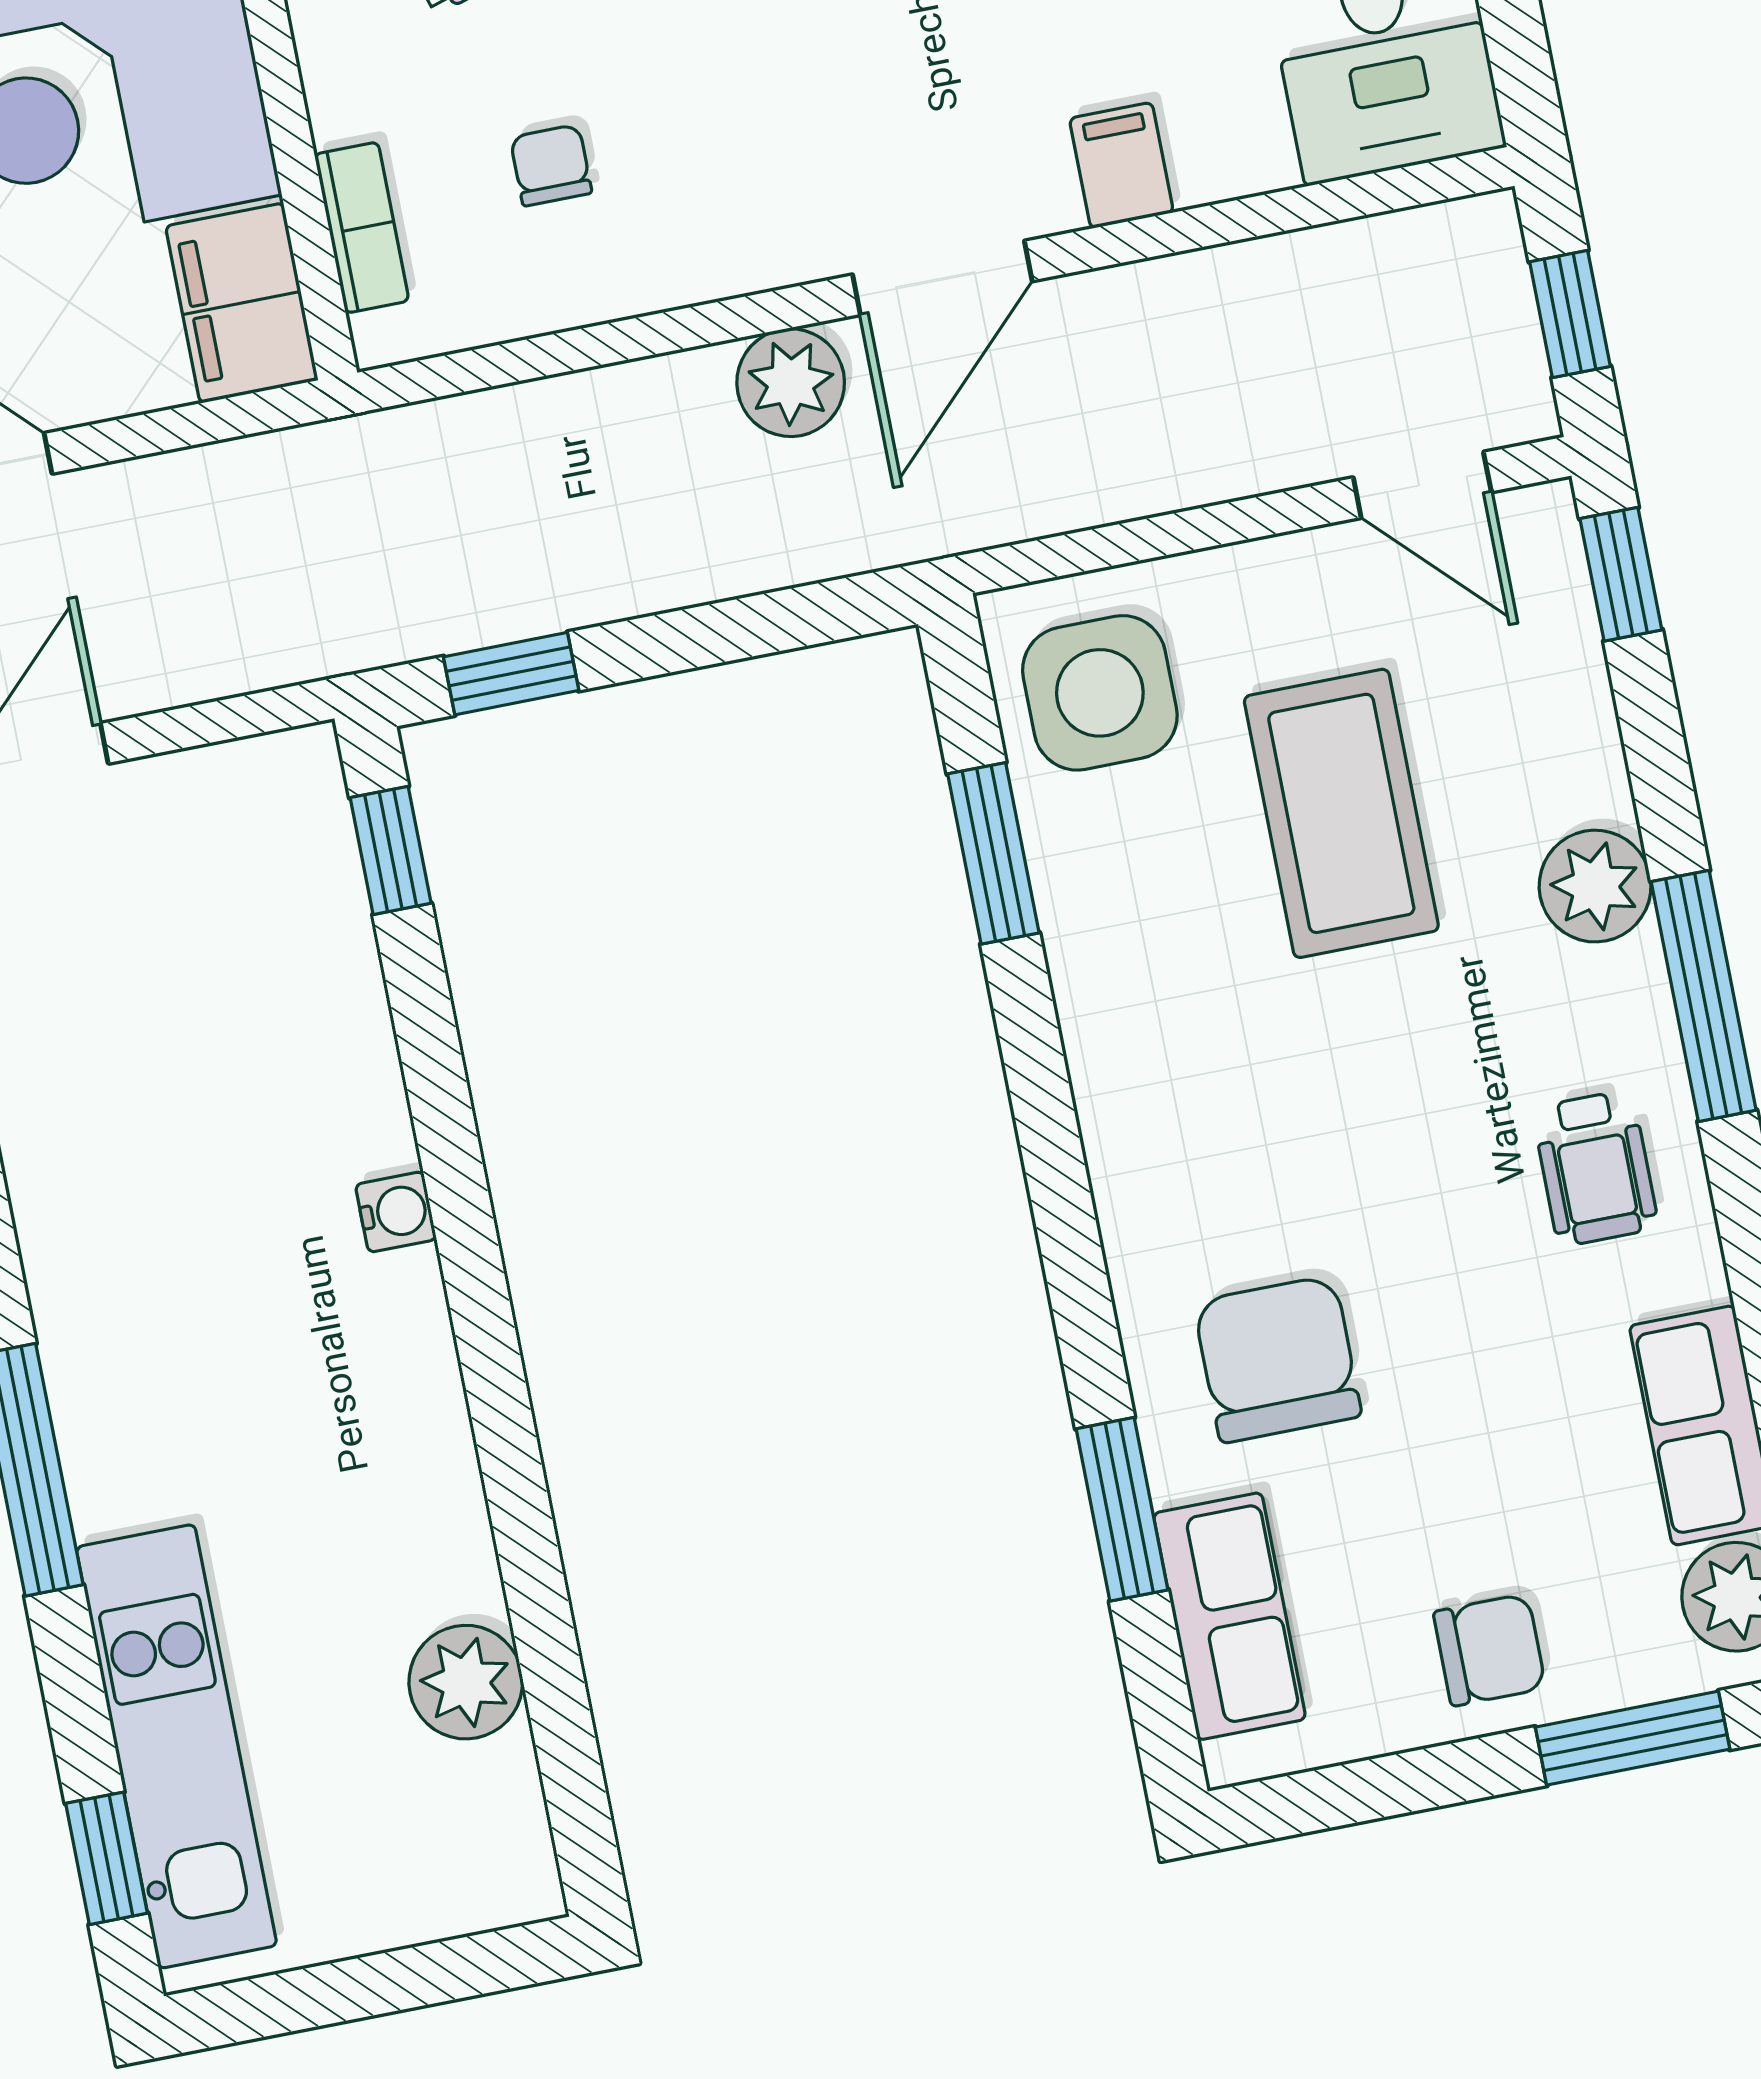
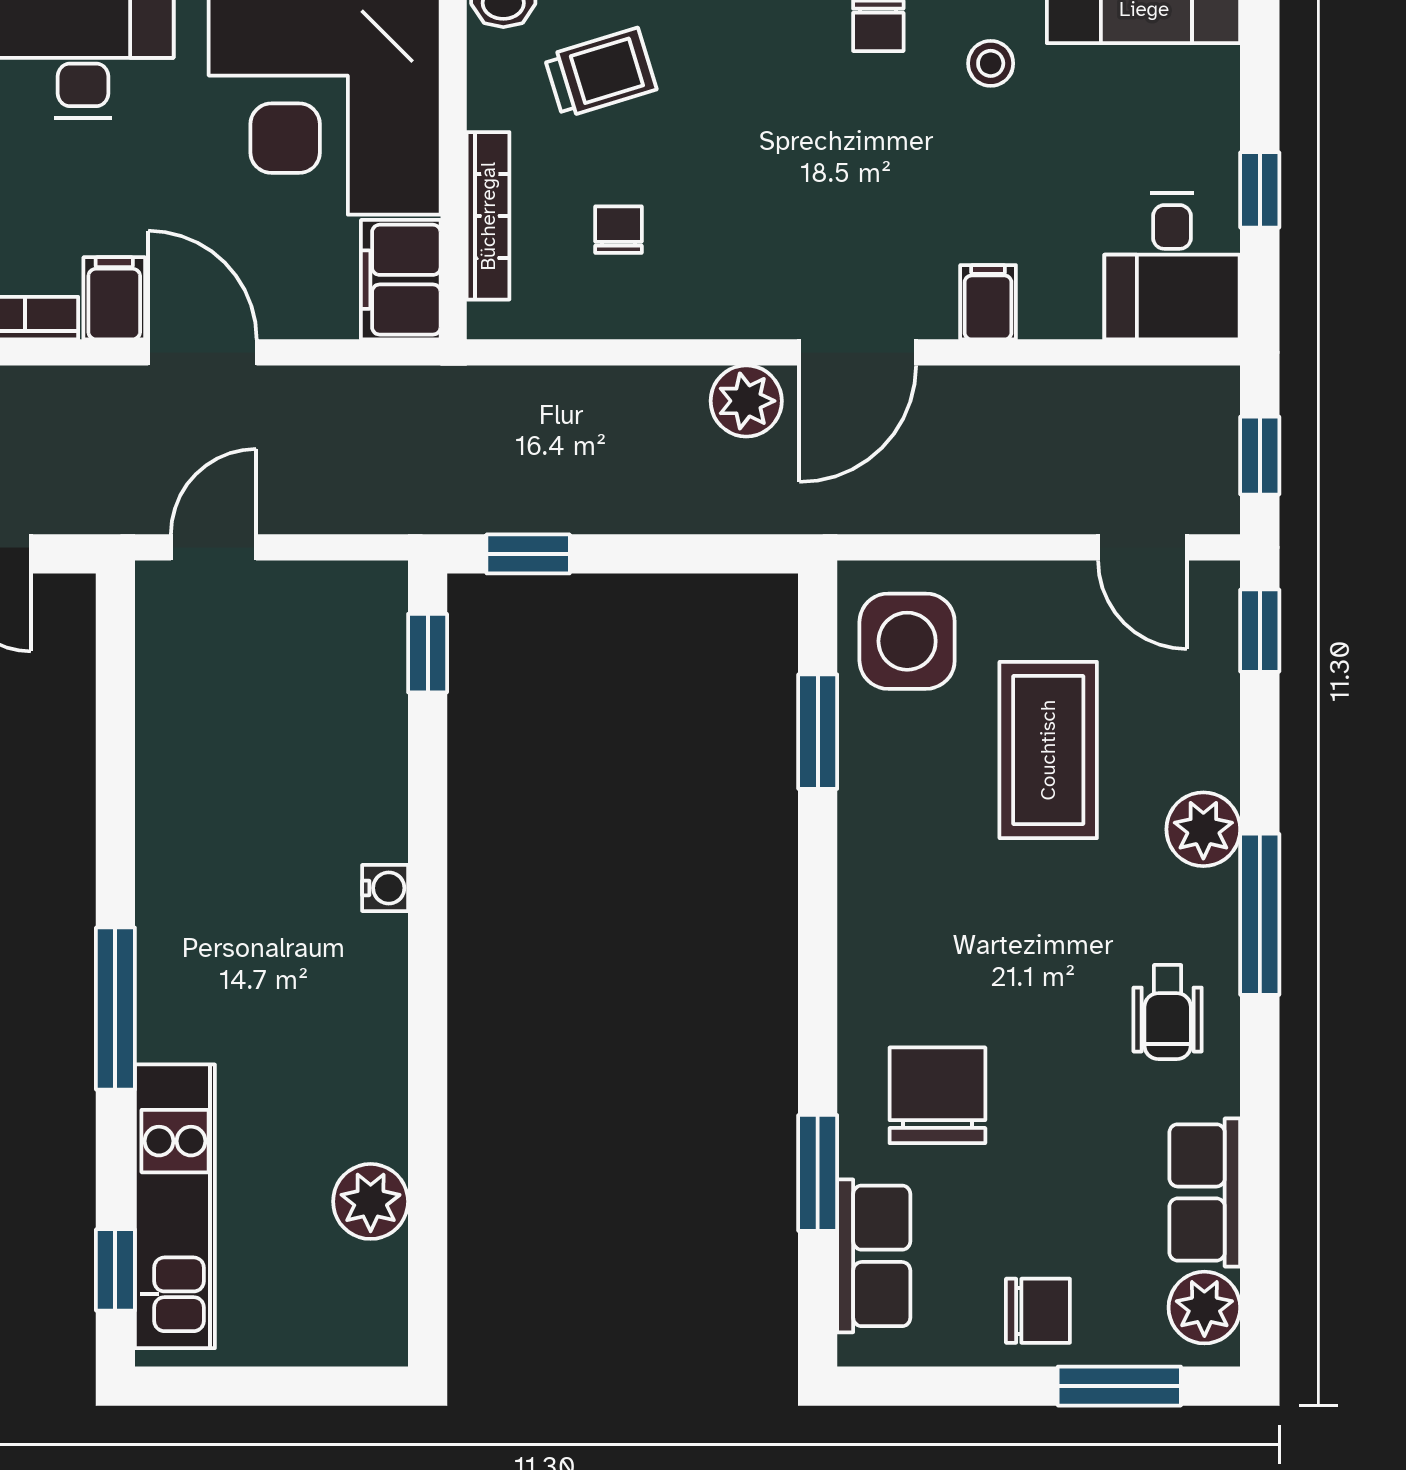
bookcase: (362, 228) -> (488, 216), width x1.56

